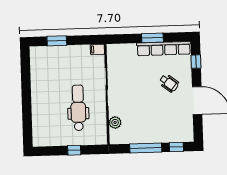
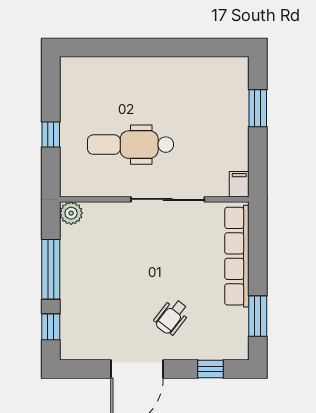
window: (152, 38) -> (258, 316), moved
row of seats: (164, 49) -> (237, 256), moved
dental chair: (78, 108) -> (131, 145), turned 180
plant: (115, 123) -> (71, 213), moved

